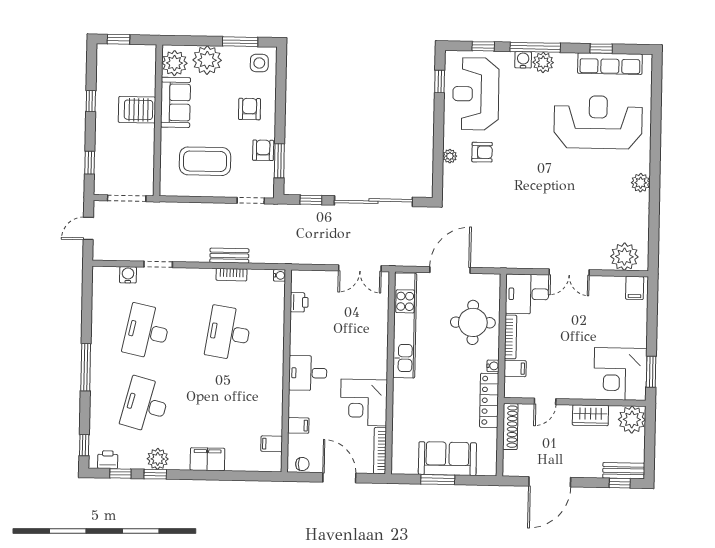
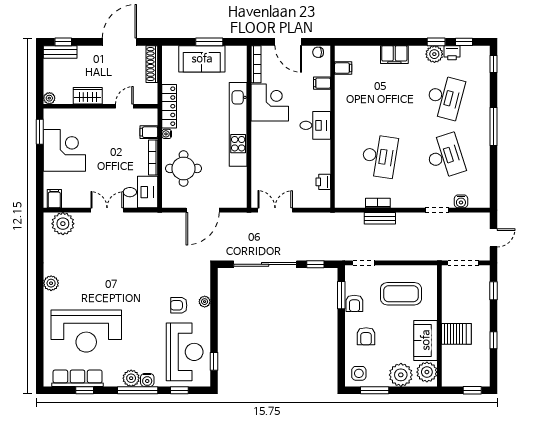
water cooler: (279, 275) -> (339, 203), removed
kitchen unit: (405, 325) -> (238, 124), moved
desk: (147, 331) -> (445, 156), turned -30
corner desk: (620, 374) -> (64, 150), moved
plant: (632, 420) -> (49, 98), width x0.53, depth x0.53
shoe rack: (510, 427) -> (152, 64), moved
printer: (108, 460) -> (452, 53), moved

